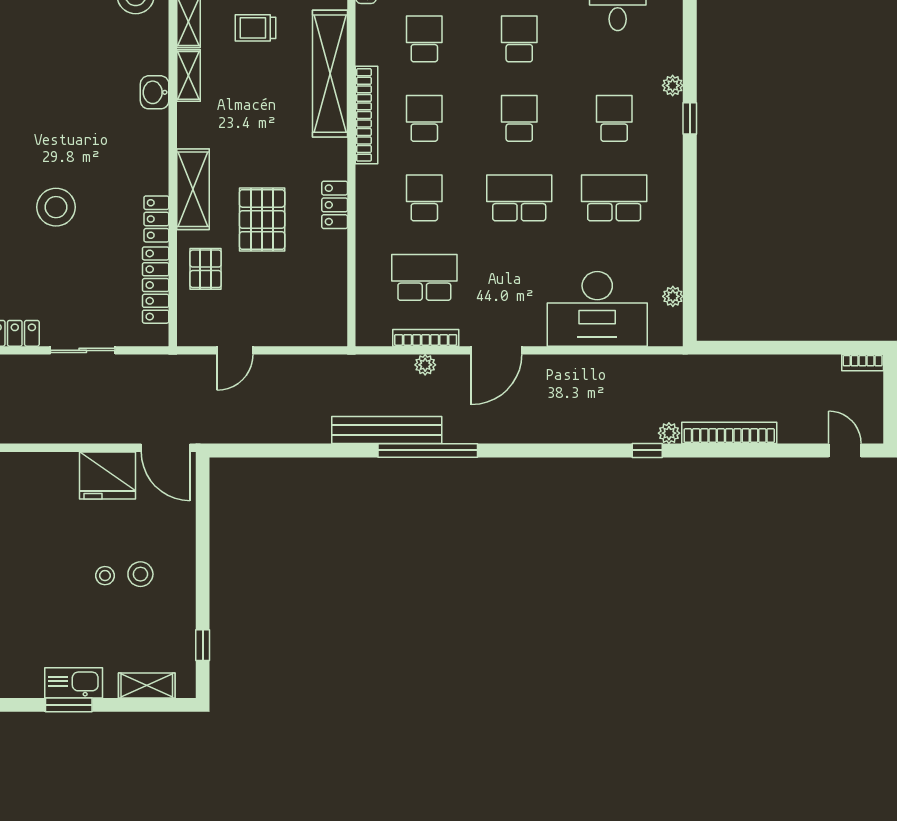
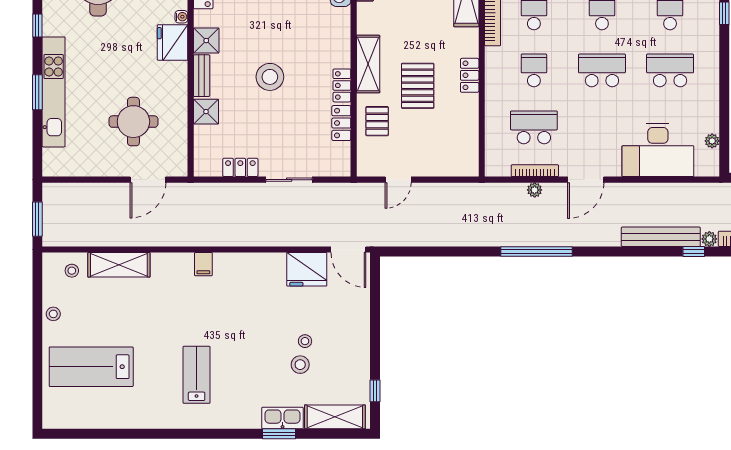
locker: (156, 285) -> (341, 123), width x0.66
bench: (387, 430) -> (661, 237), moved
stool: (140, 574) -> (300, 365), moved
shelving: (147, 686) -> (335, 417), width x1.50, depth x1.33

